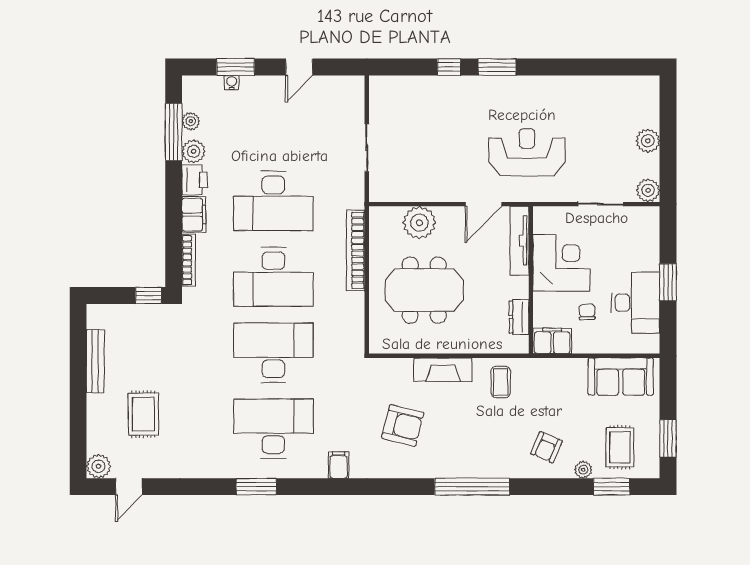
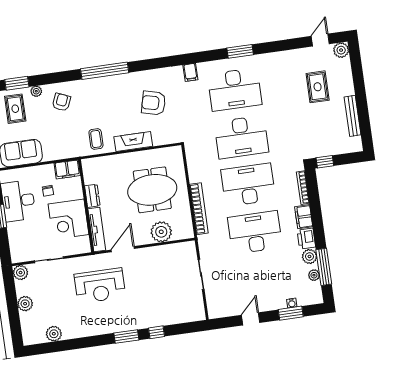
plant: (610, 88) -> (54, 334), added
dresser: (519, 317) -> (92, 196), moved

